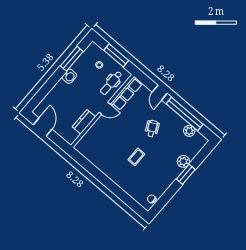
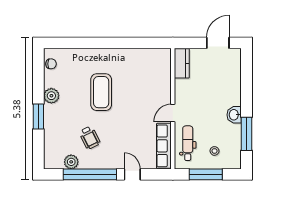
kitchen counter: (84, 122) -> (182, 63), moved
door: (43, 127) -> (218, 43), swing flipped
wheelchair: (152, 128) -> (90, 138), moved
coffee table: (136, 157) -> (101, 92), width x1.86, depth x1.72
plant: (183, 161) -> (51, 96), moved

